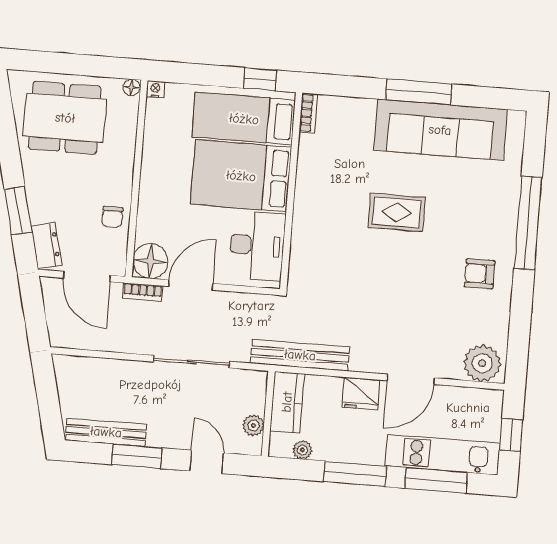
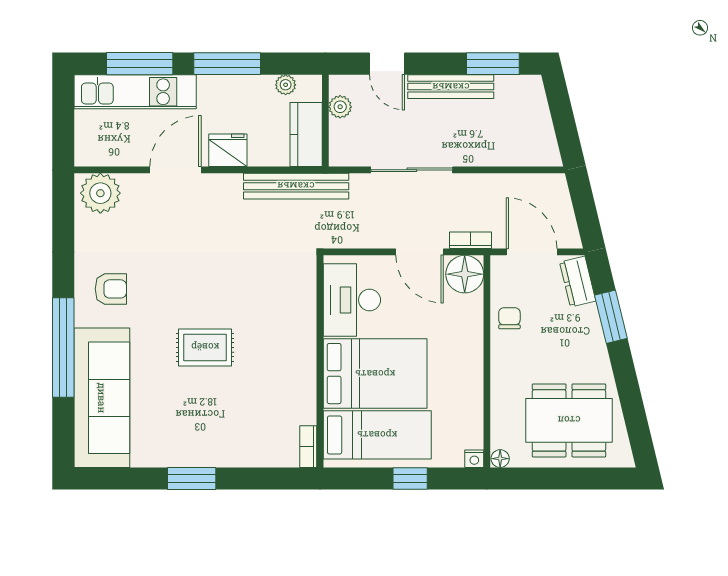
window: (260, 79) -> (410, 479), moved
window: (419, 92) -> (192, 479), width x0.69
sofa: (440, 130) -> (102, 398), moved, turned 90
door: (191, 285) -> (420, 252), hinge flipped
bench: (106, 432) -> (451, 87), moved
window: (511, 435) -> (63, 119), removed
window: (137, 456) -> (493, 64), moved

